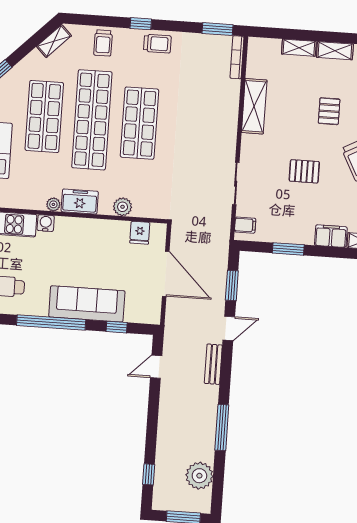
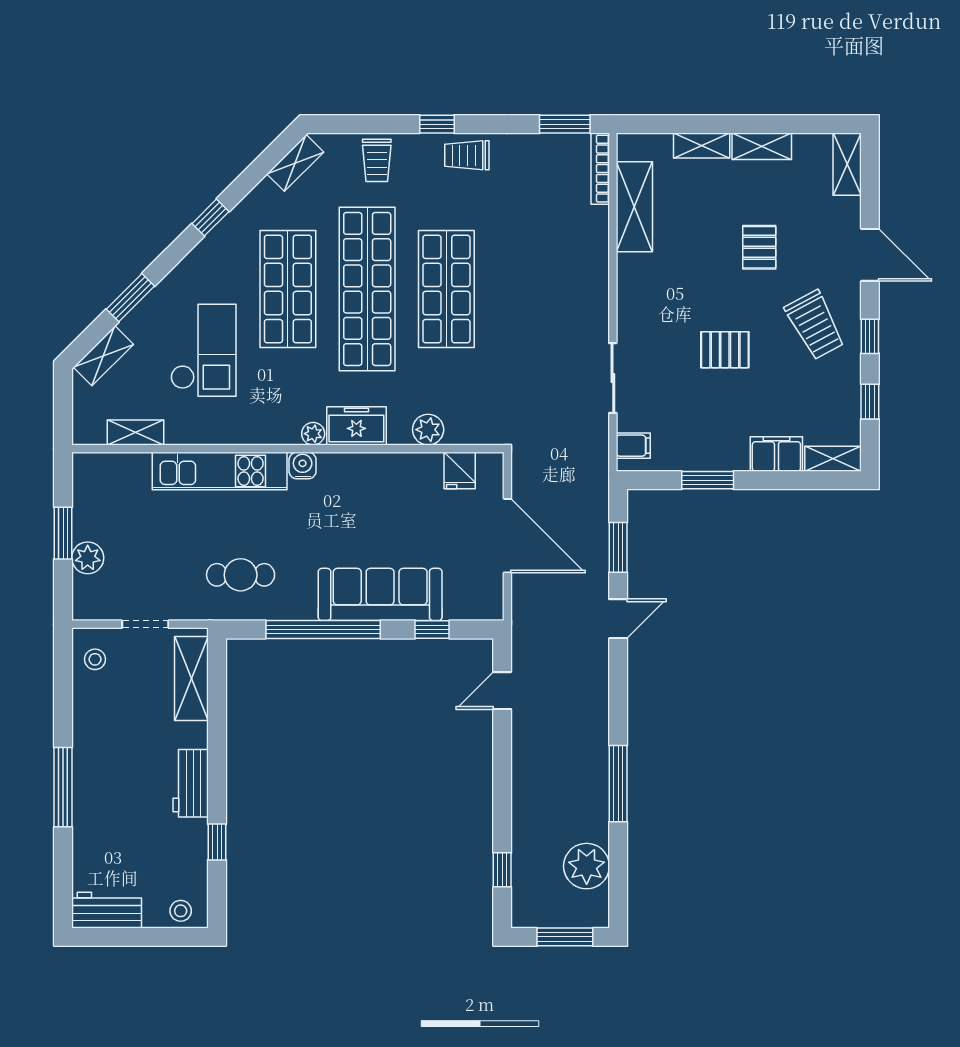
trolley: (157, 44) -> (467, 155), turned 180
shelving: (254, 106) -> (634, 207), moved
bench: (213, 364) -> (597, 680), removed

